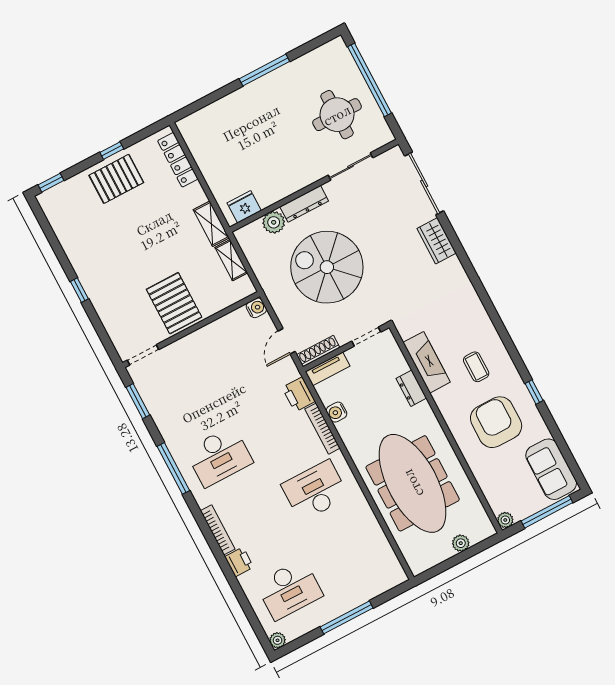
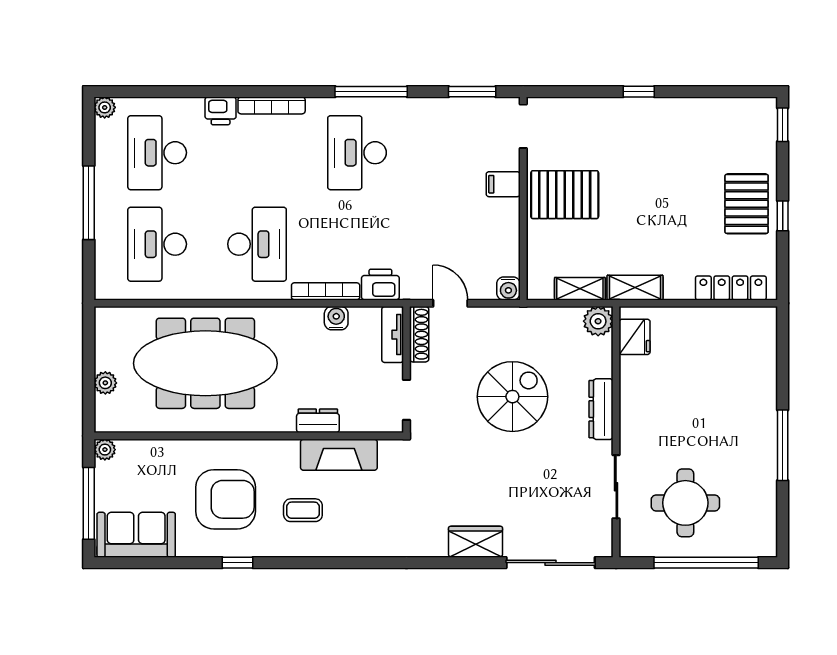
plant: (274, 222) -> (598, 321), moved
spiral stairs: (327, 267) -> (512, 397), width x0.73, depth x0.73
filing cabinet: (189, 348) -> (503, 184), added
desk: (350, 557) -> (157, 244), added

